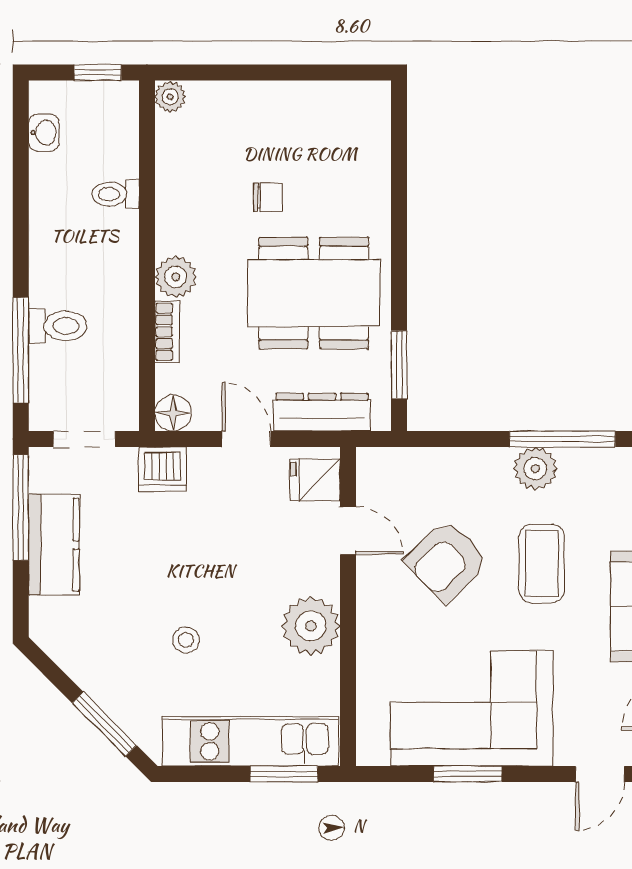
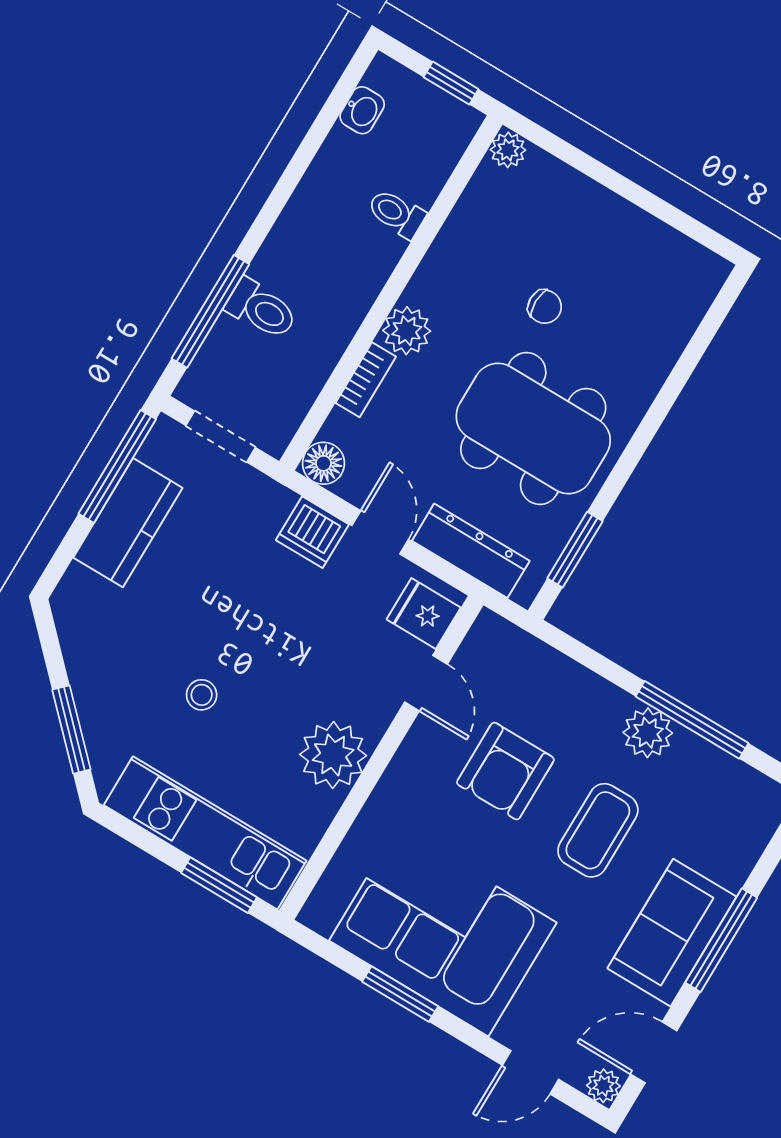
dishwasher: (163, 469) -> (312, 532), moved
armchair: (446, 561) -> (505, 771), turned -46

